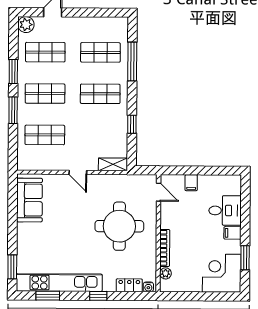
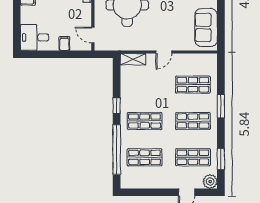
window: (132, 62) -> (117, 149), width x1.46
window: (13, 71) -> (221, 159), moved
window: (132, 124) -> (117, 106), moved
door: (78, 172) -> (164, 52), swing flipped
desk: (225, 210) -> (35, 37), moved

